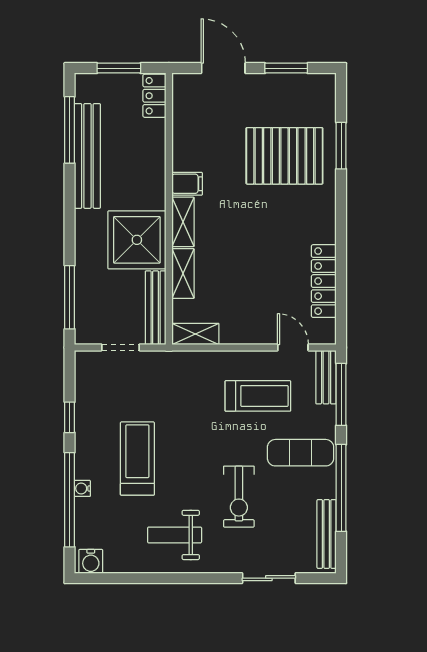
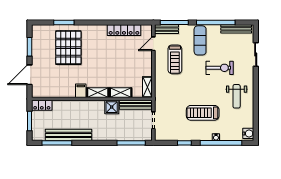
shower: (137, 240) -> (112, 107), width x0.54, depth x0.54
treadmill: (258, 396) -> (175, 59), turned 180

